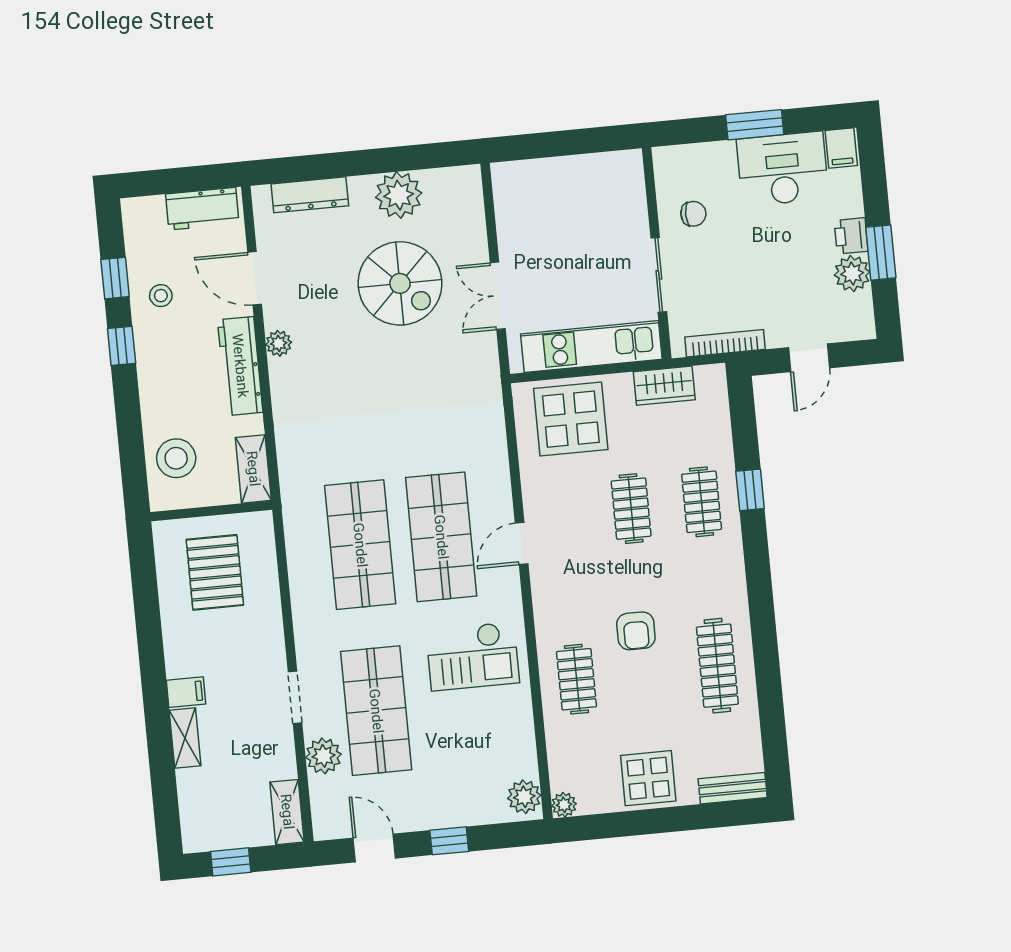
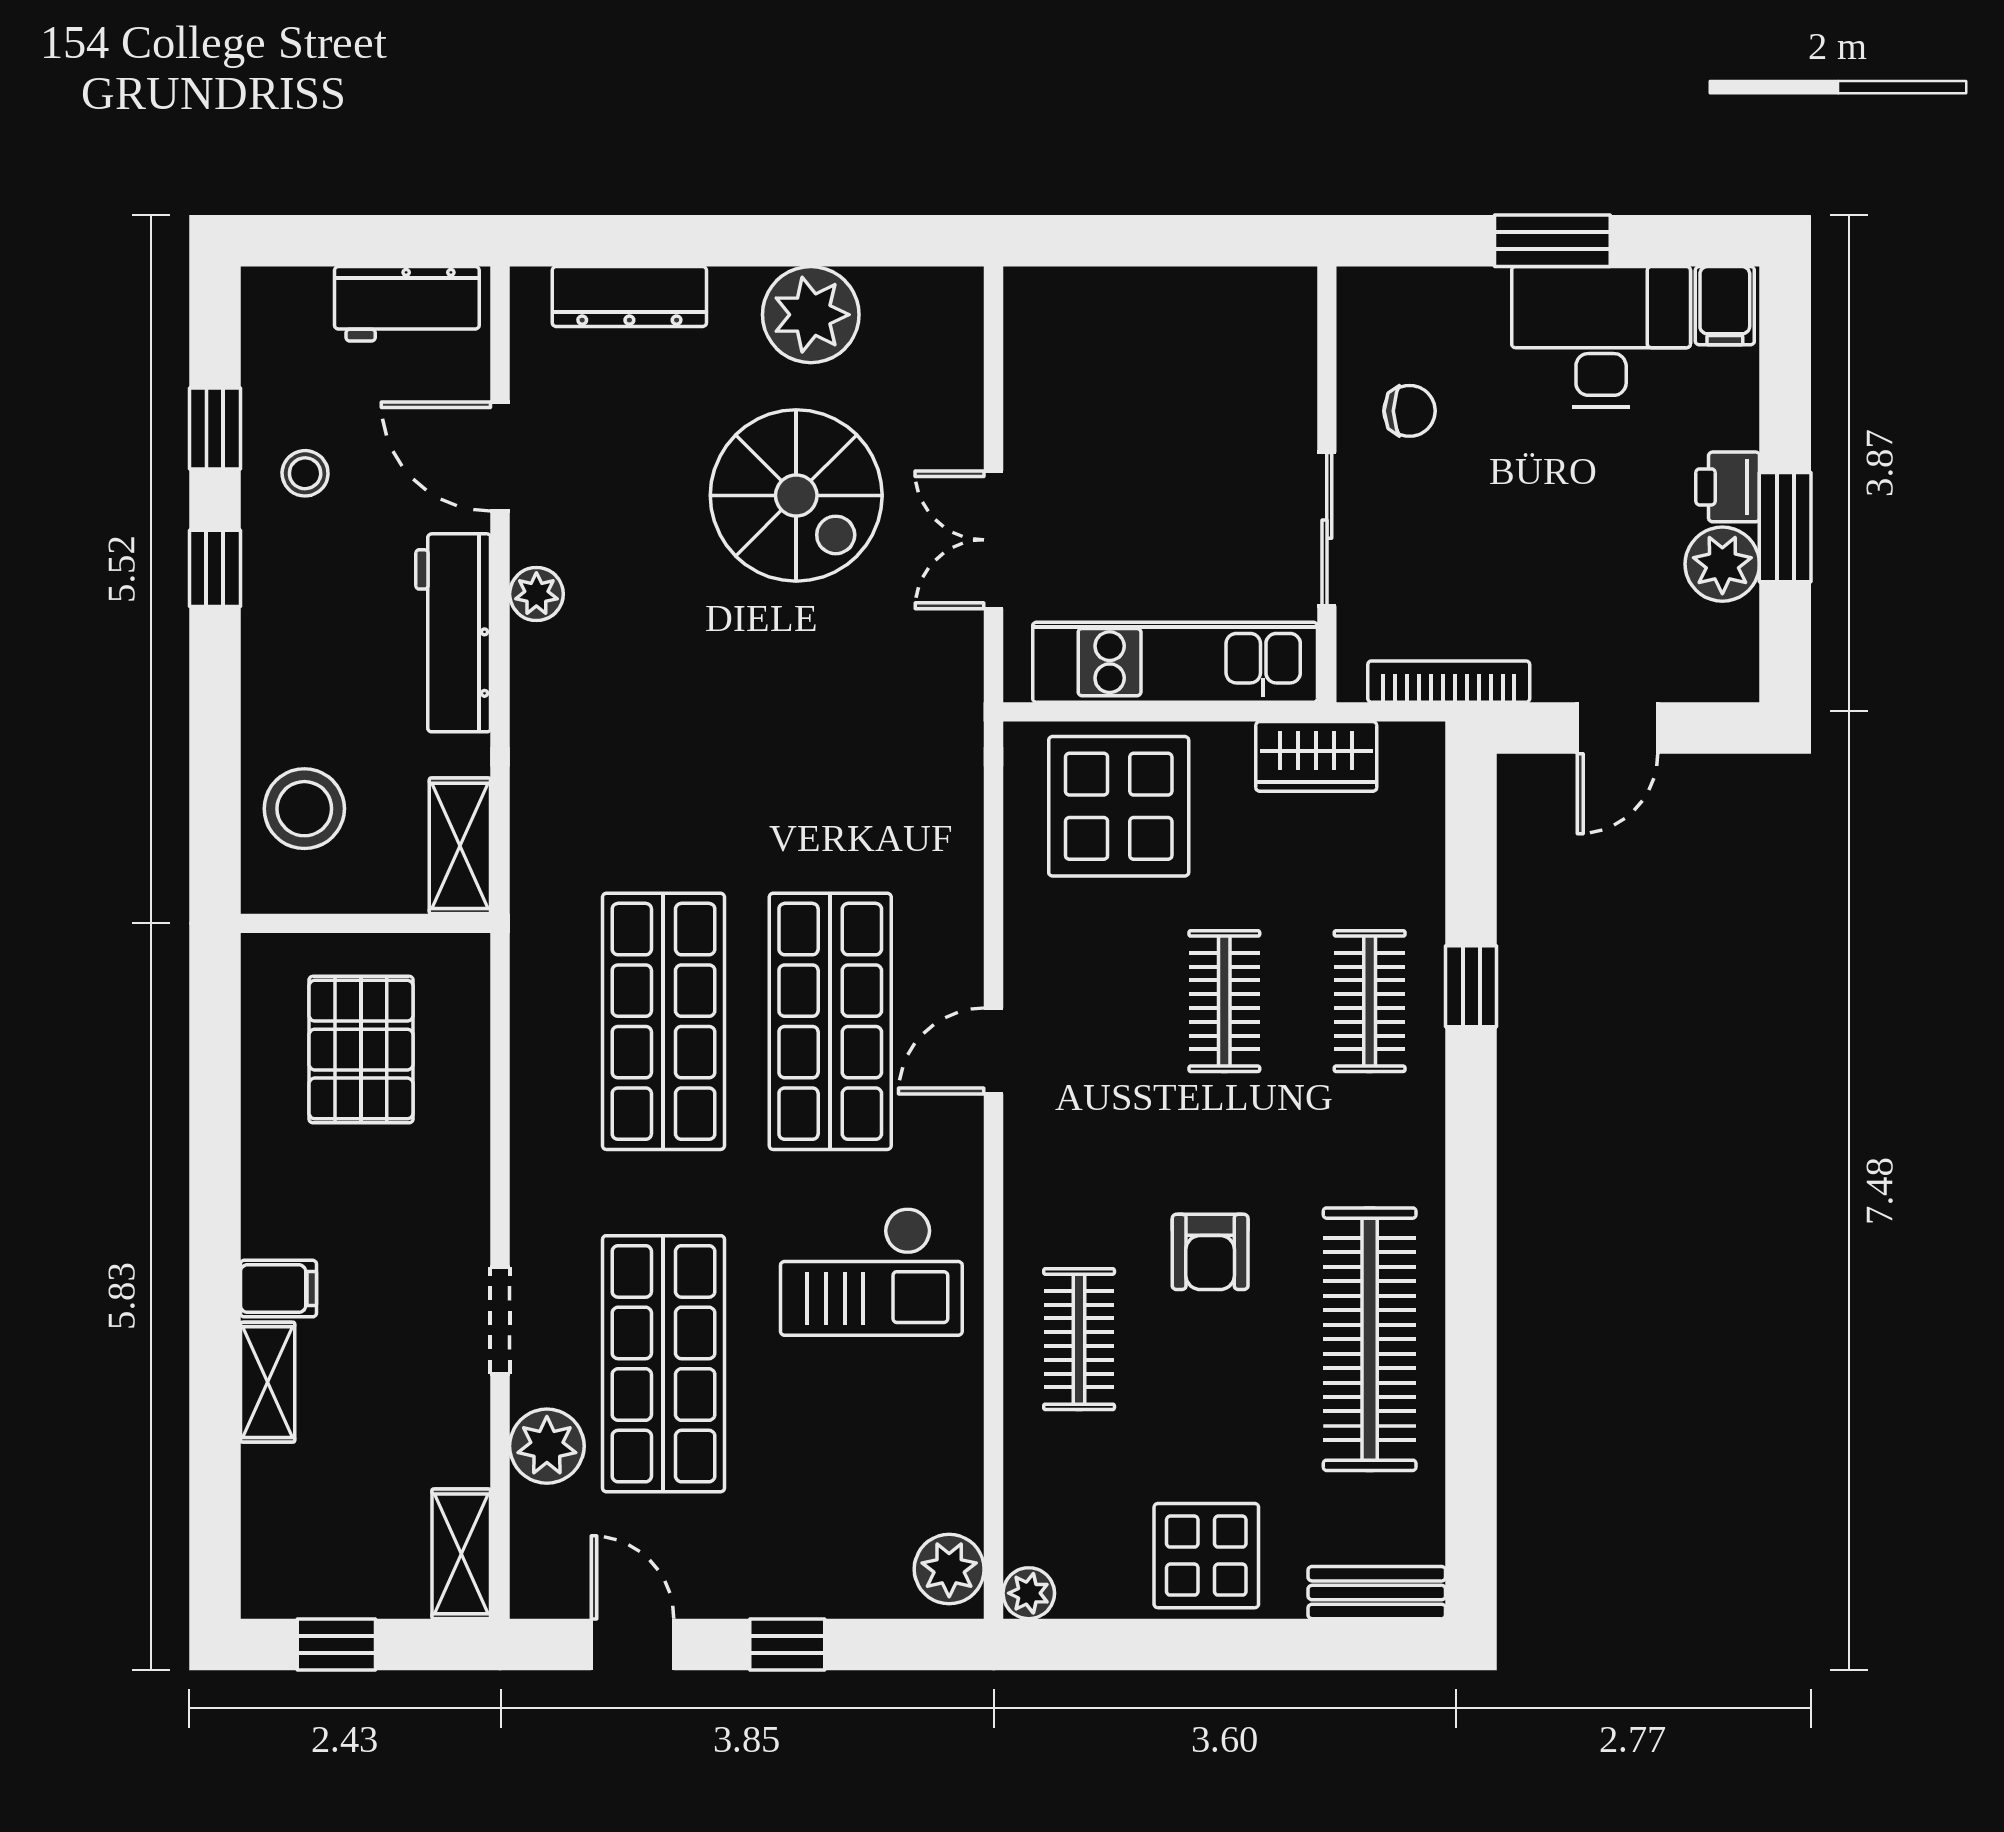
clothes rail: (717, 666) -> (1370, 1339), width x1.37, depth x1.31

